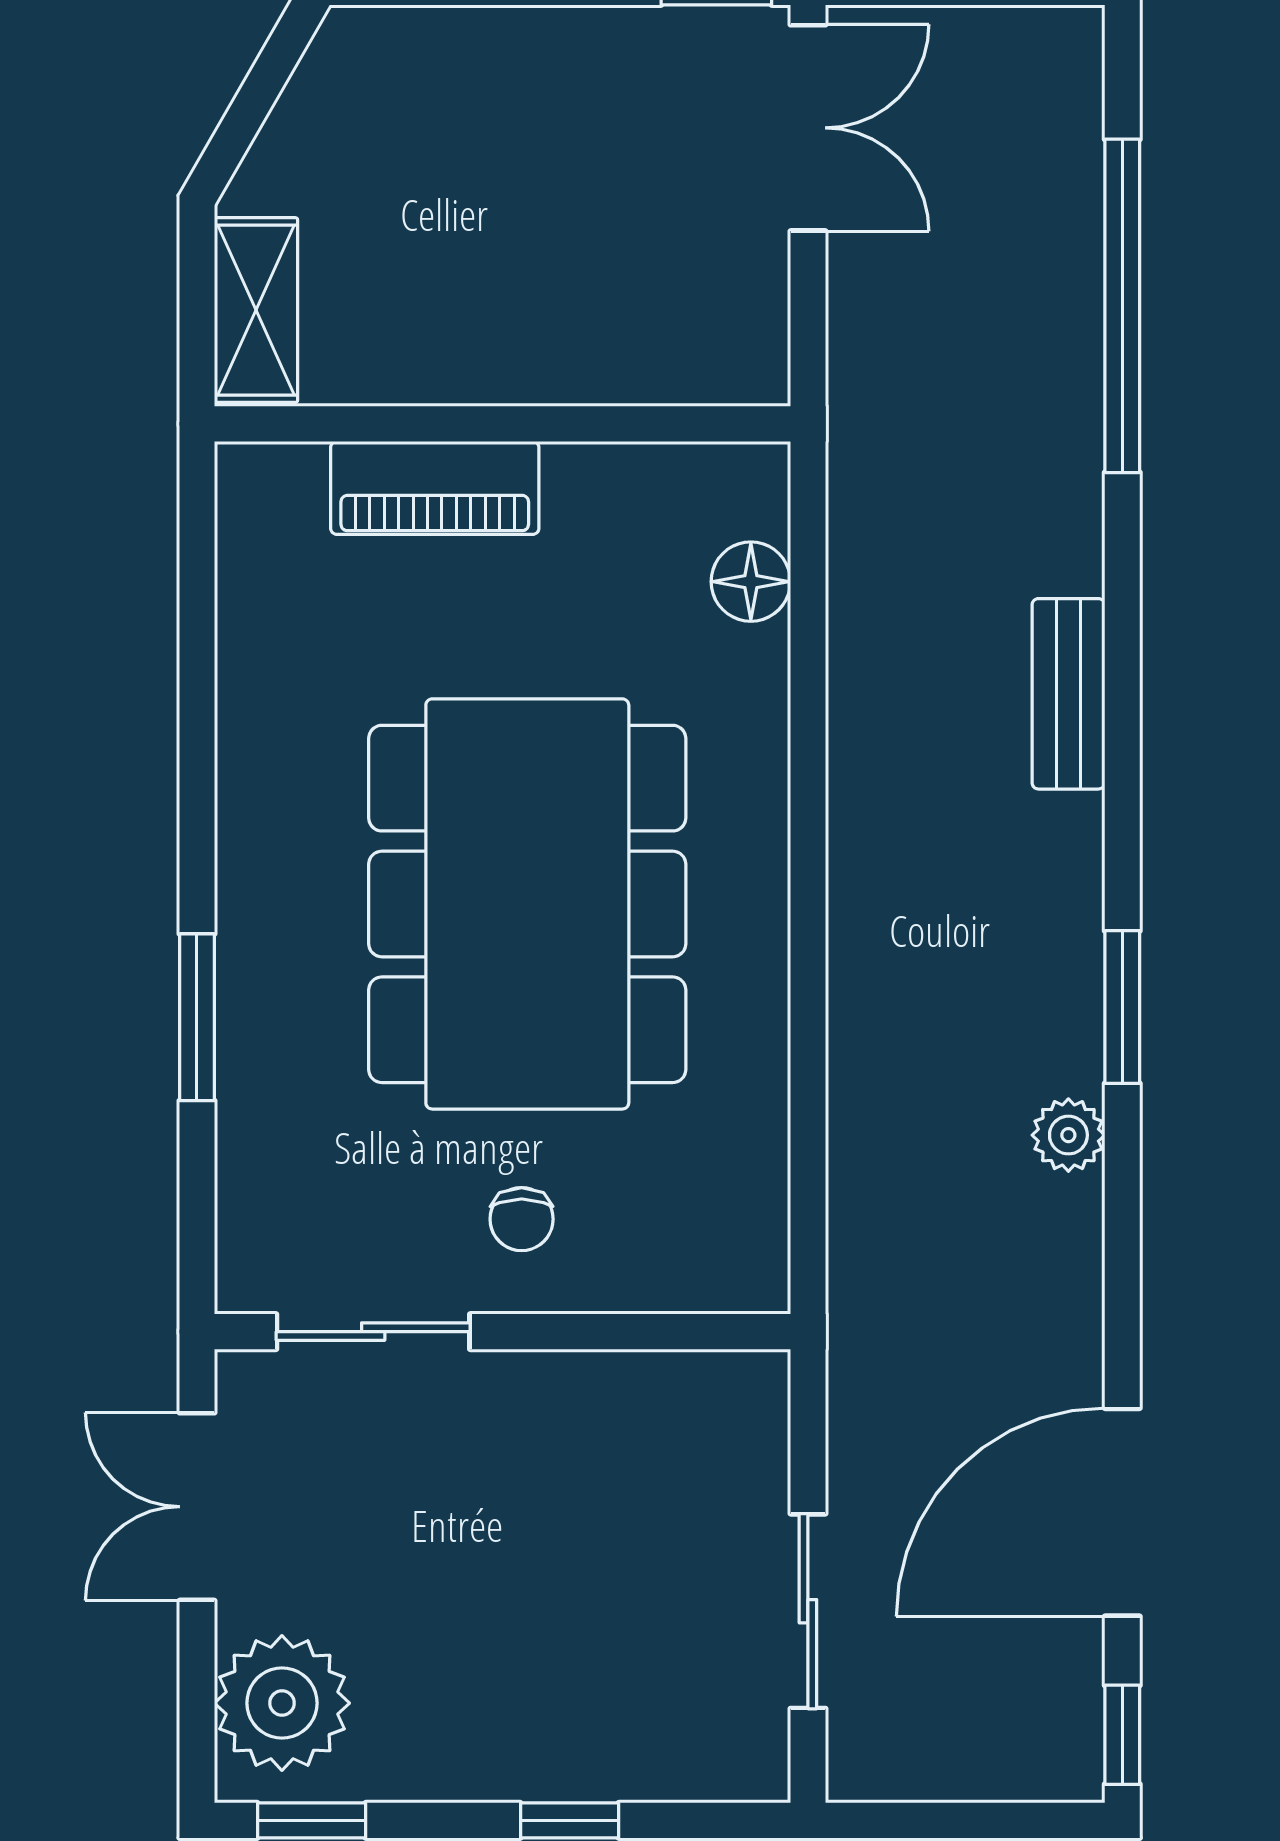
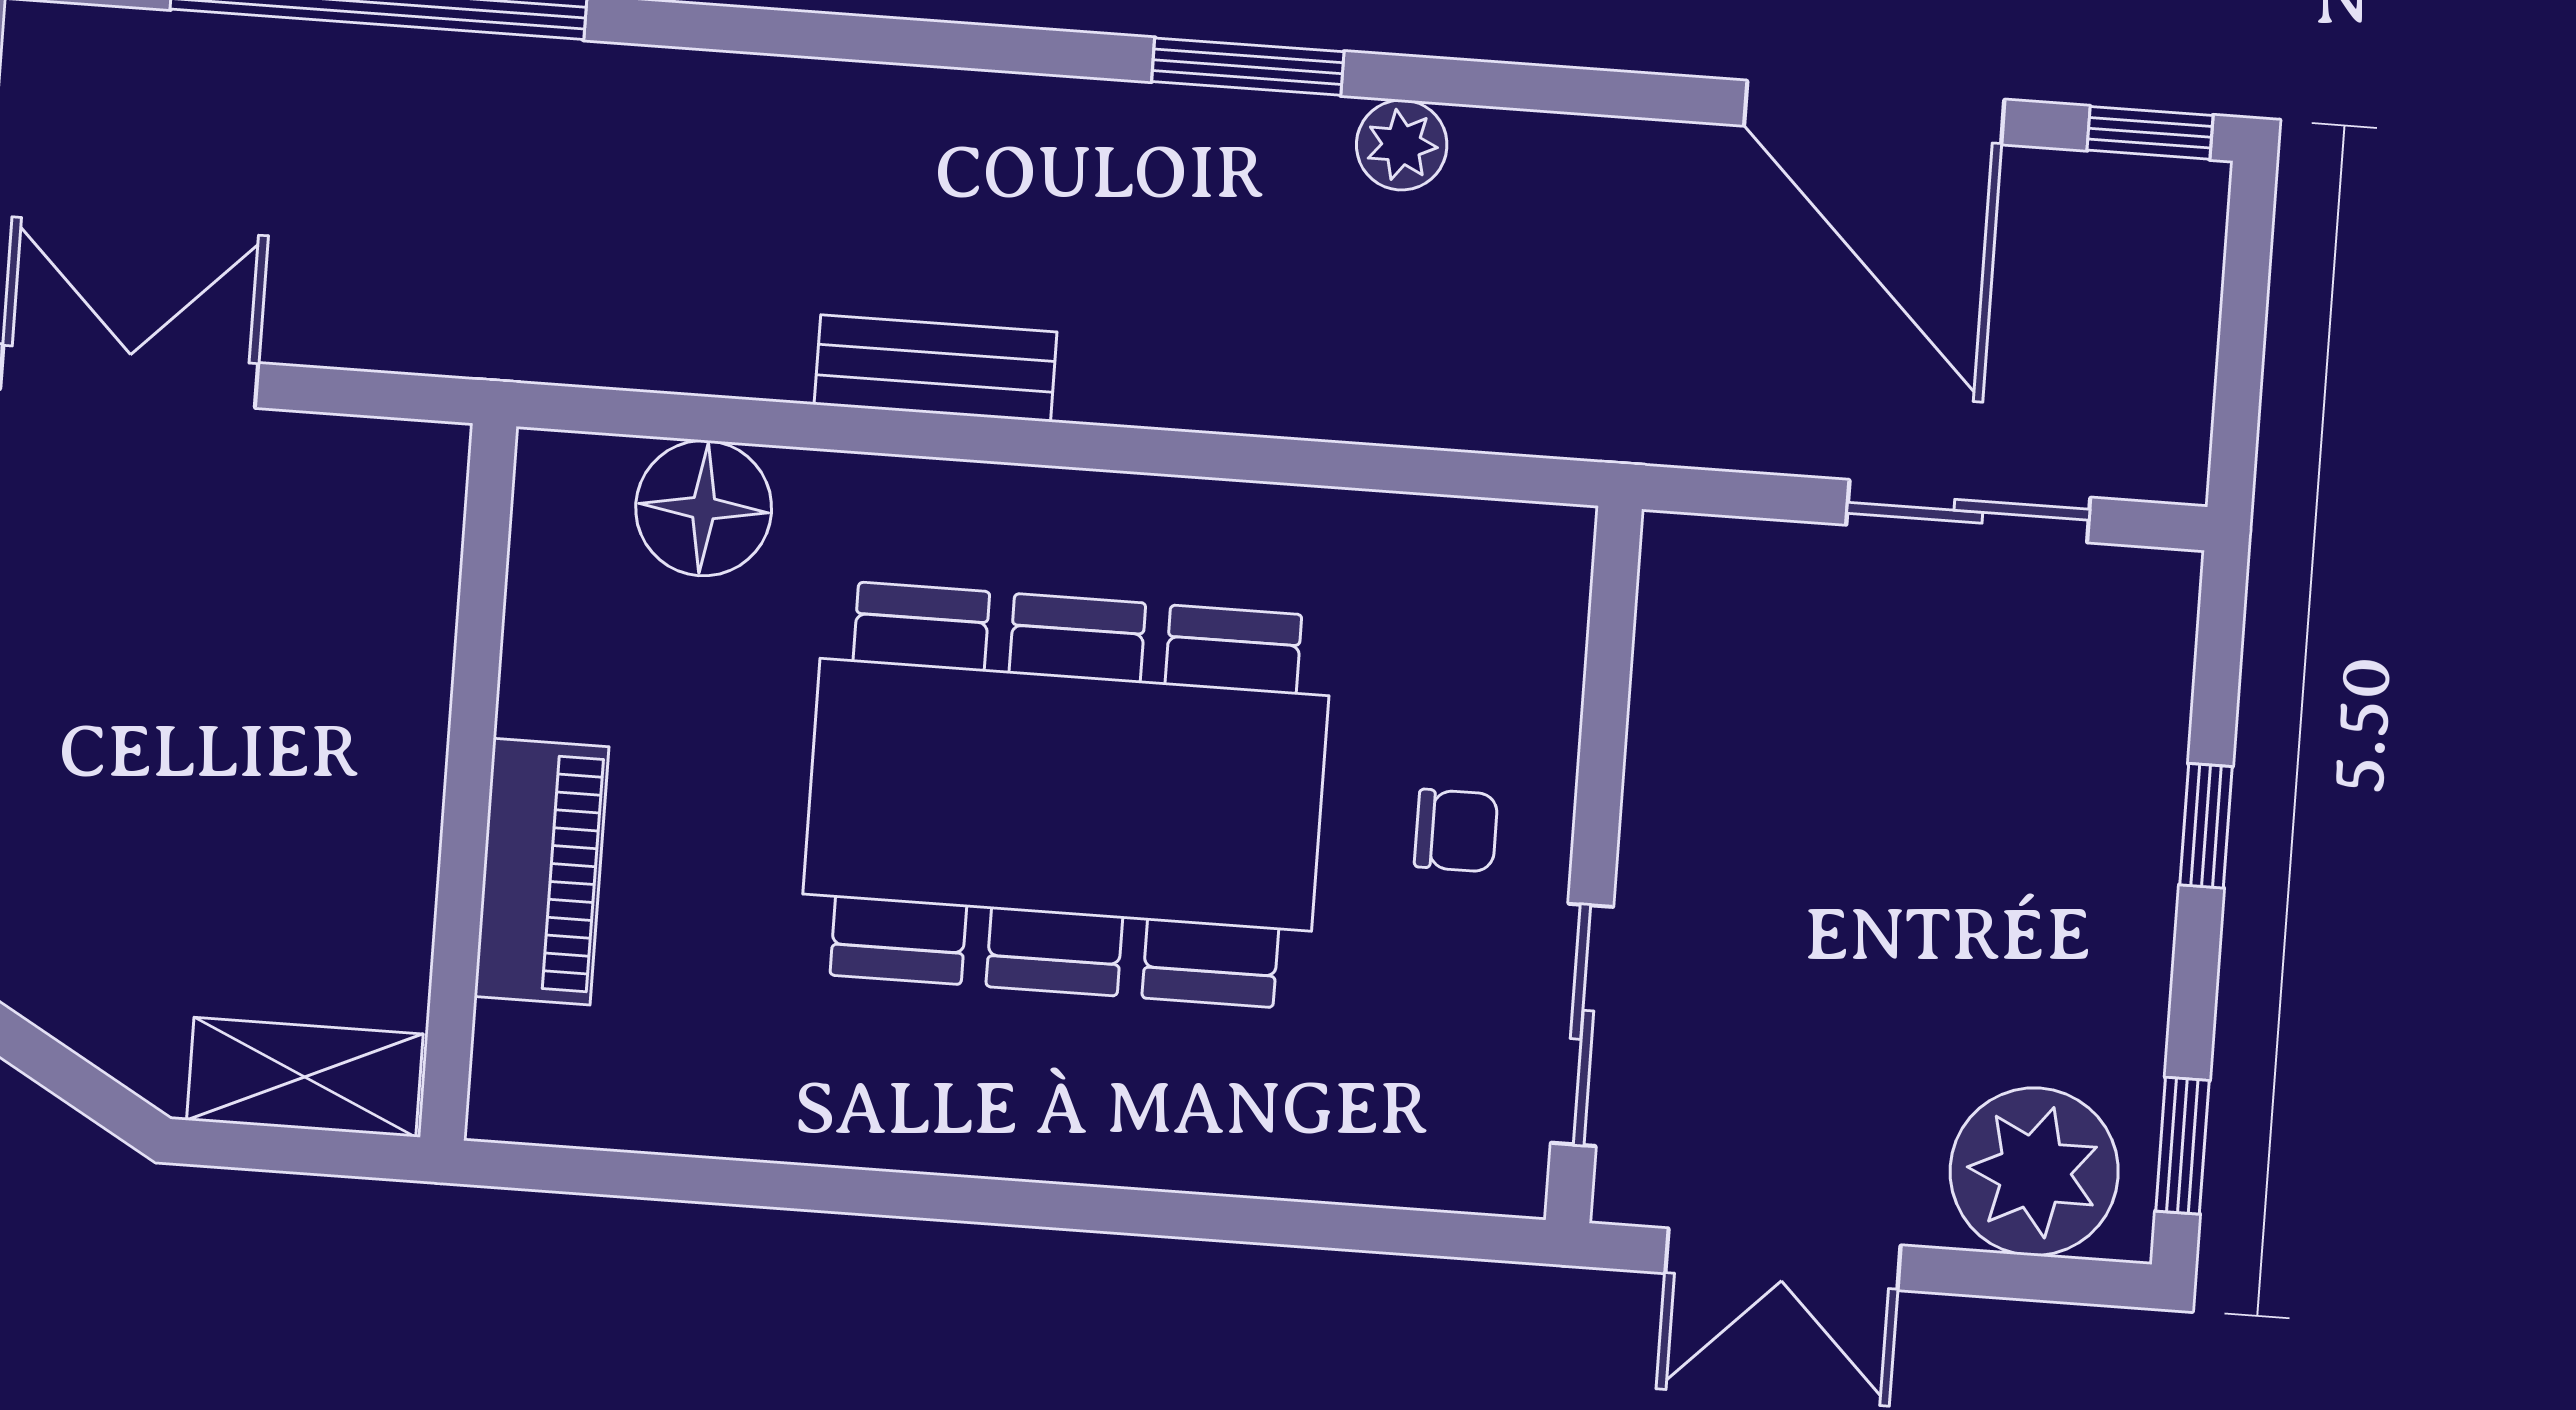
floor lamp: (751, 582) -> (704, 508), width x1.38, depth x1.38
bench: (1068, 694) -> (936, 368), moved
window: (197, 1017) -> (1176, 1215), removed

